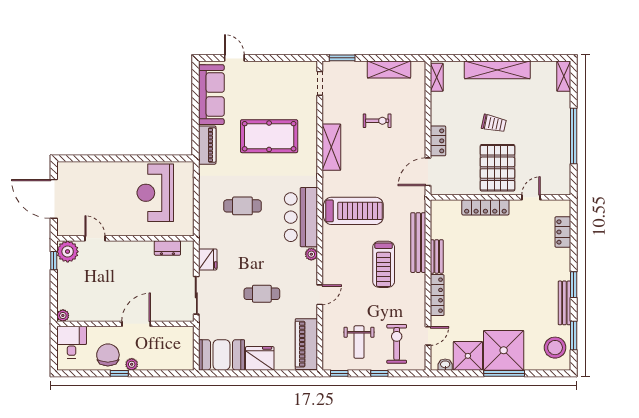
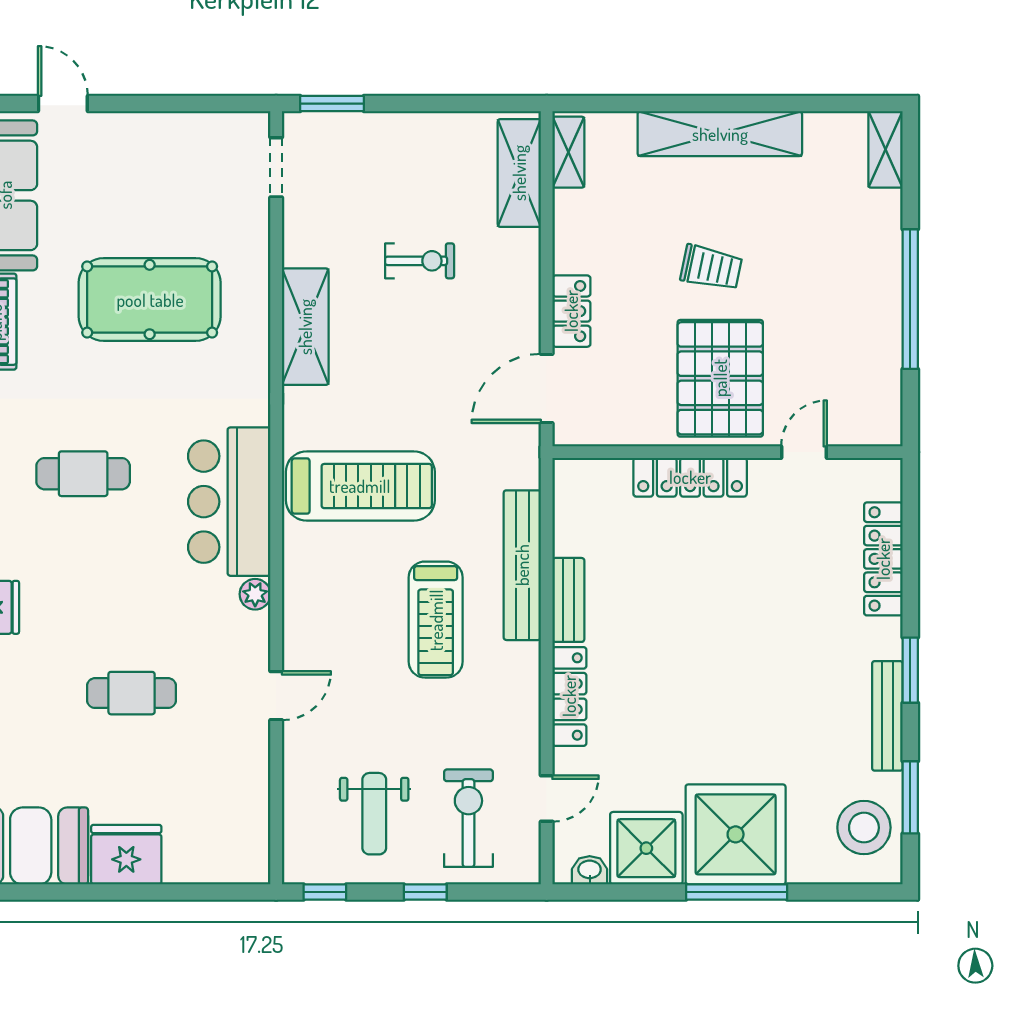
shelving: (389, 69) -> (519, 173), moved, turned 90
locker: (563, 232) -> (883, 559), width x1.53
piano: (306, 344) -> (243, 819), removed

